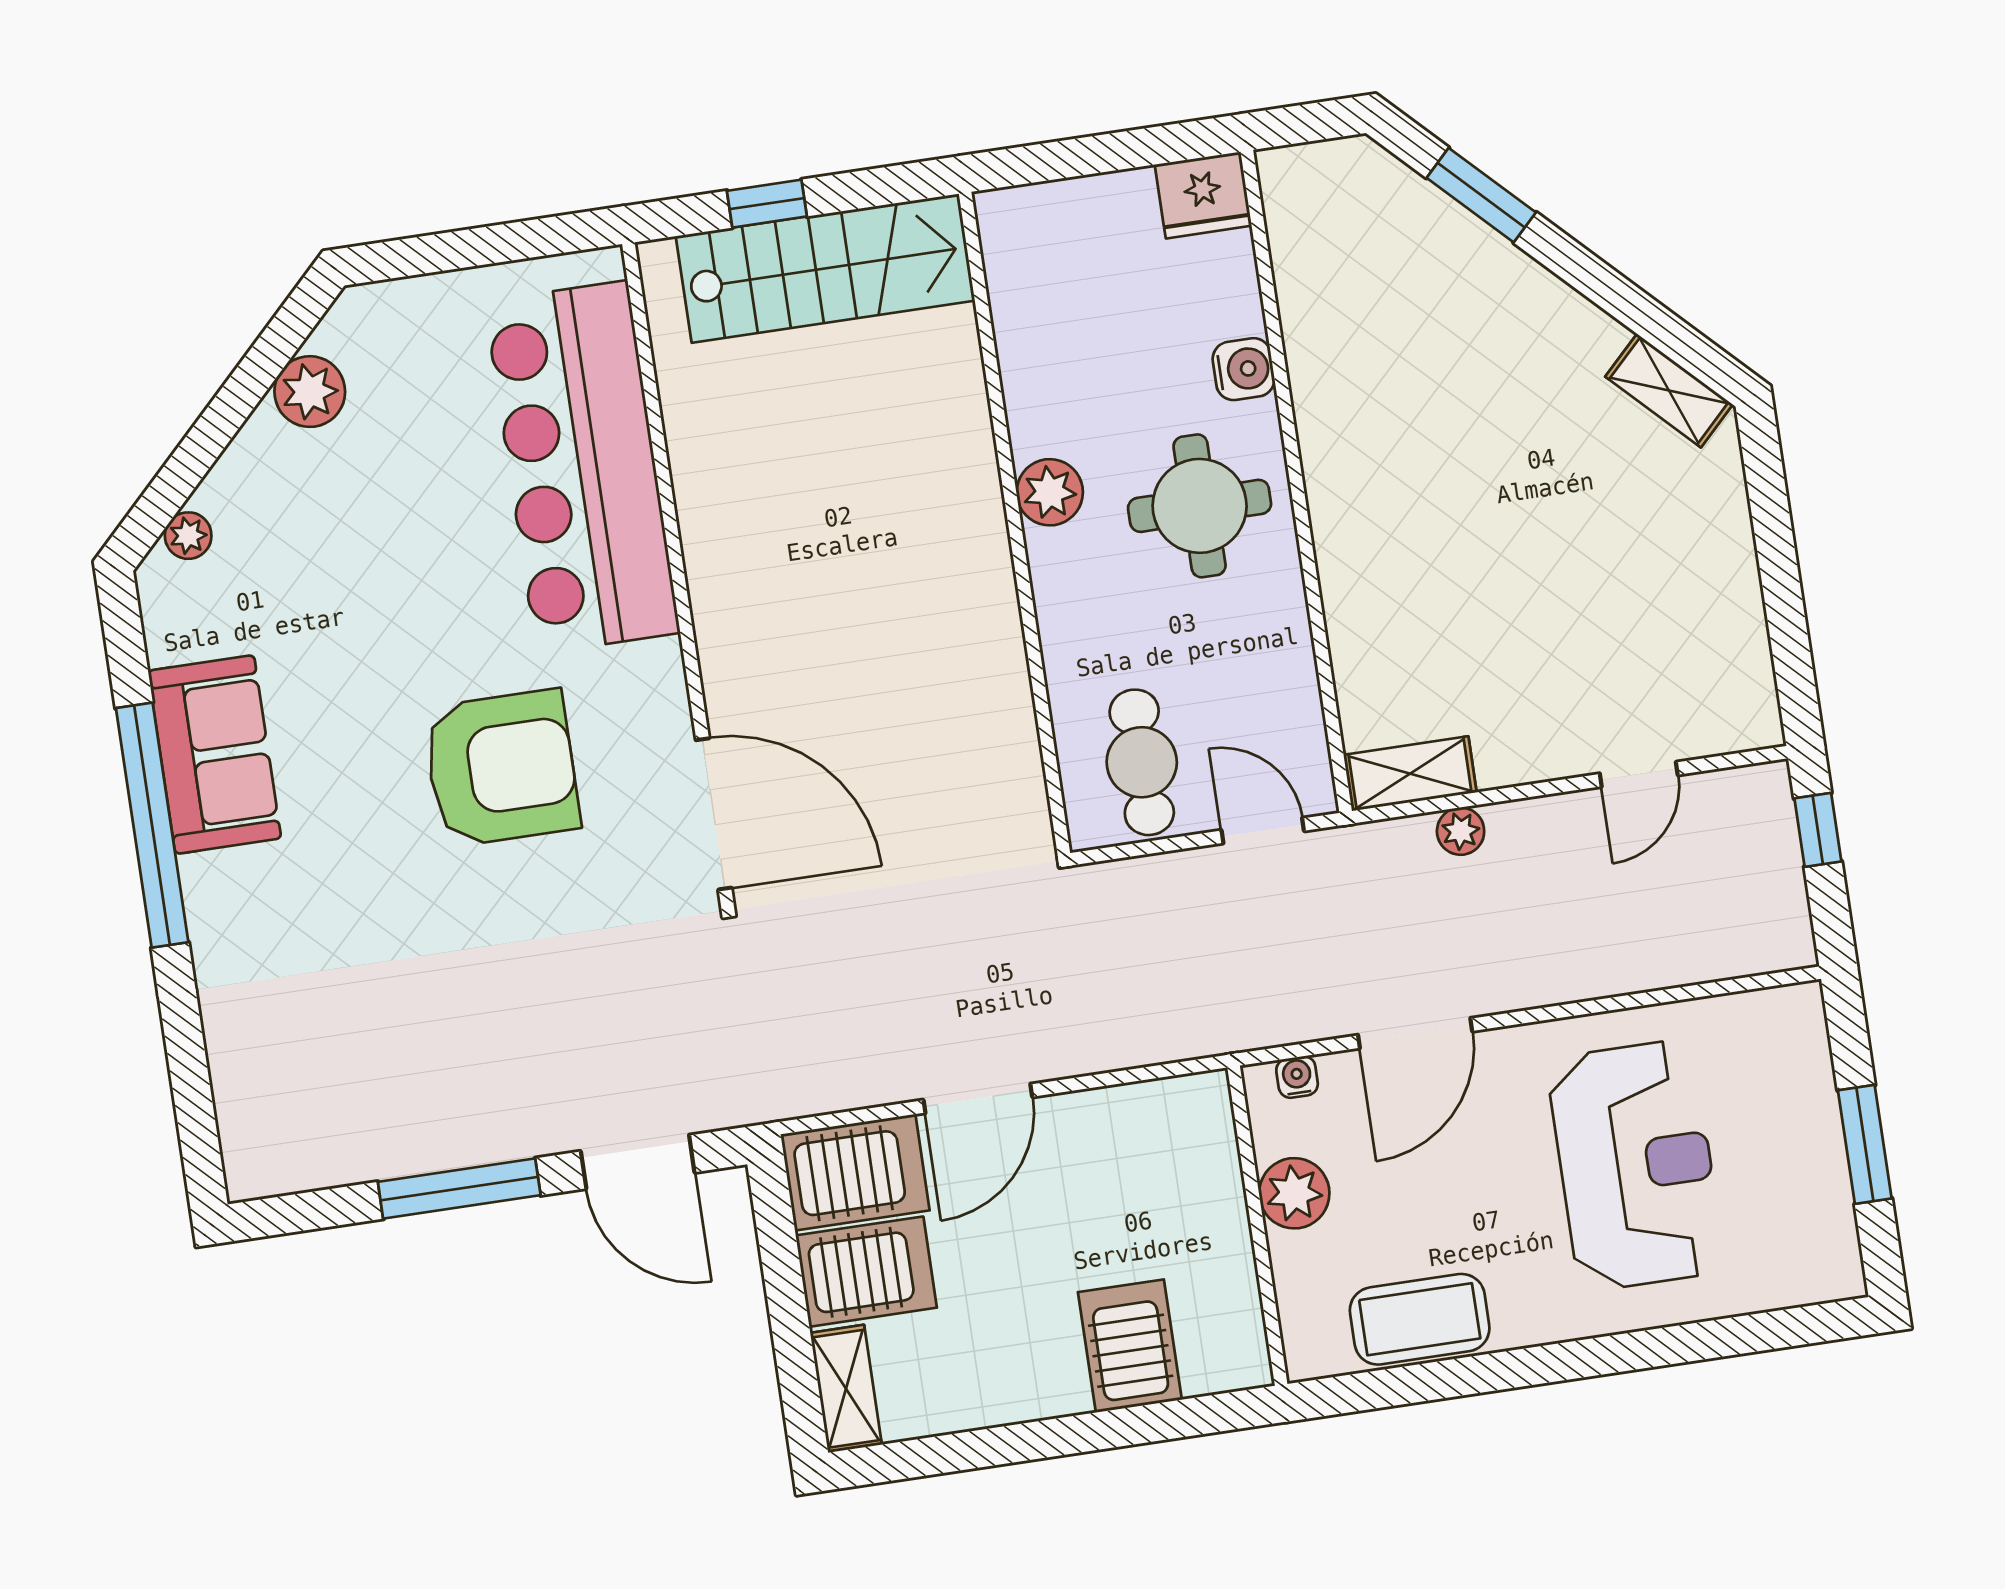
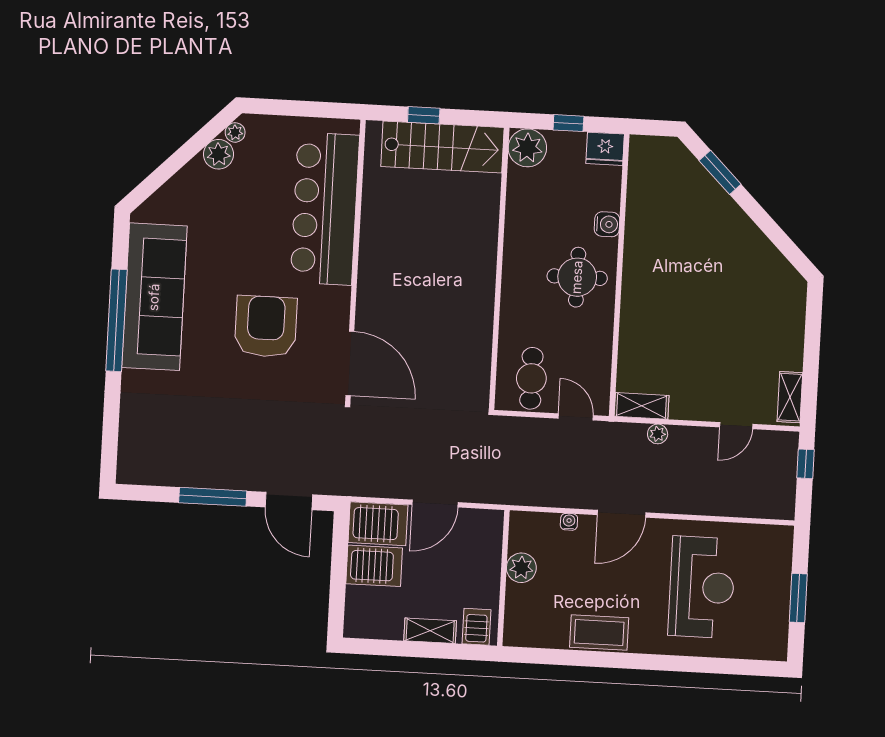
window: (1106, 153) -> (568, 123), added
shelving: (1669, 391) -> (790, 397), moved, turned 45
plant: (1050, 492) -> (527, 148), moved, width x1.36, depth x1.36
plant: (188, 536) -> (235, 132), moved
sofa: (215, 755) -> (154, 297), width x1.85, depth x1.27
armchair: (501, 768) -> (266, 326), turned -90
plant: (1294, 1193) -> (521, 568), moved
wall: (1257, 1226) -> (503, 578), moved
server rack: (1130, 1346) -> (477, 627), width x0.73, depth x0.70
shelving: (846, 1389) -> (430, 631), moved, turned 90

